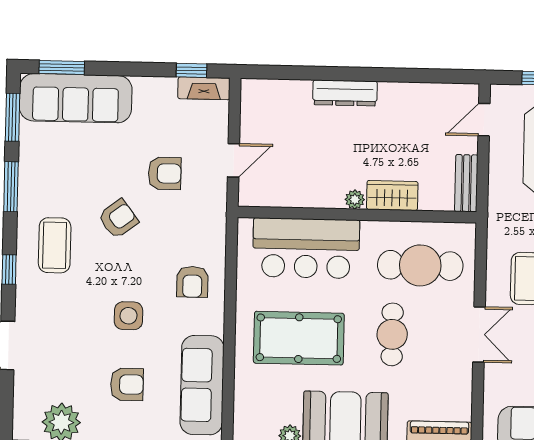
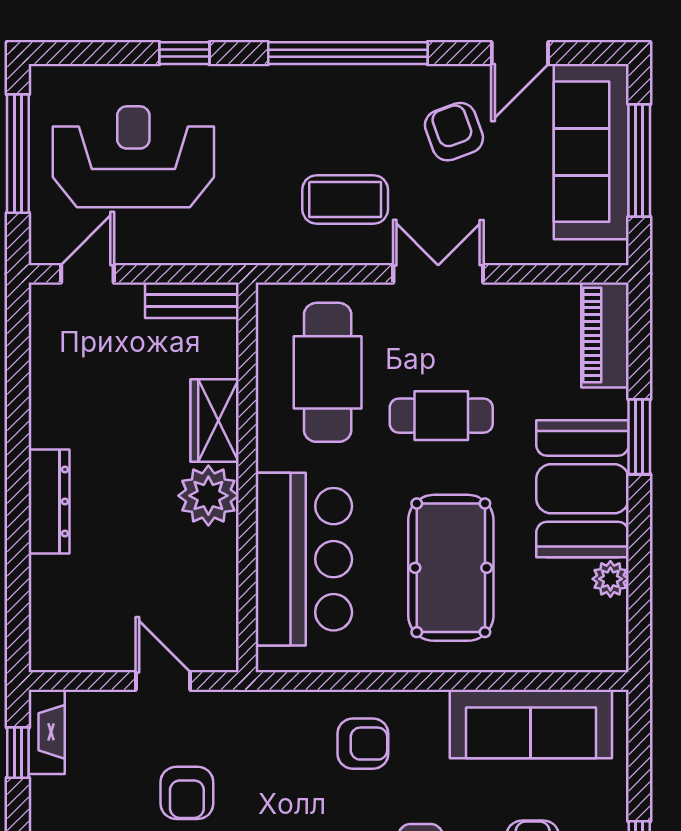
door: (484, 120) -> (87, 274), swing flipped
armchair: (165, 173) -> (187, 793), turned 180
plant: (355, 199) -> (208, 496), width x1.88, depth x1.88

